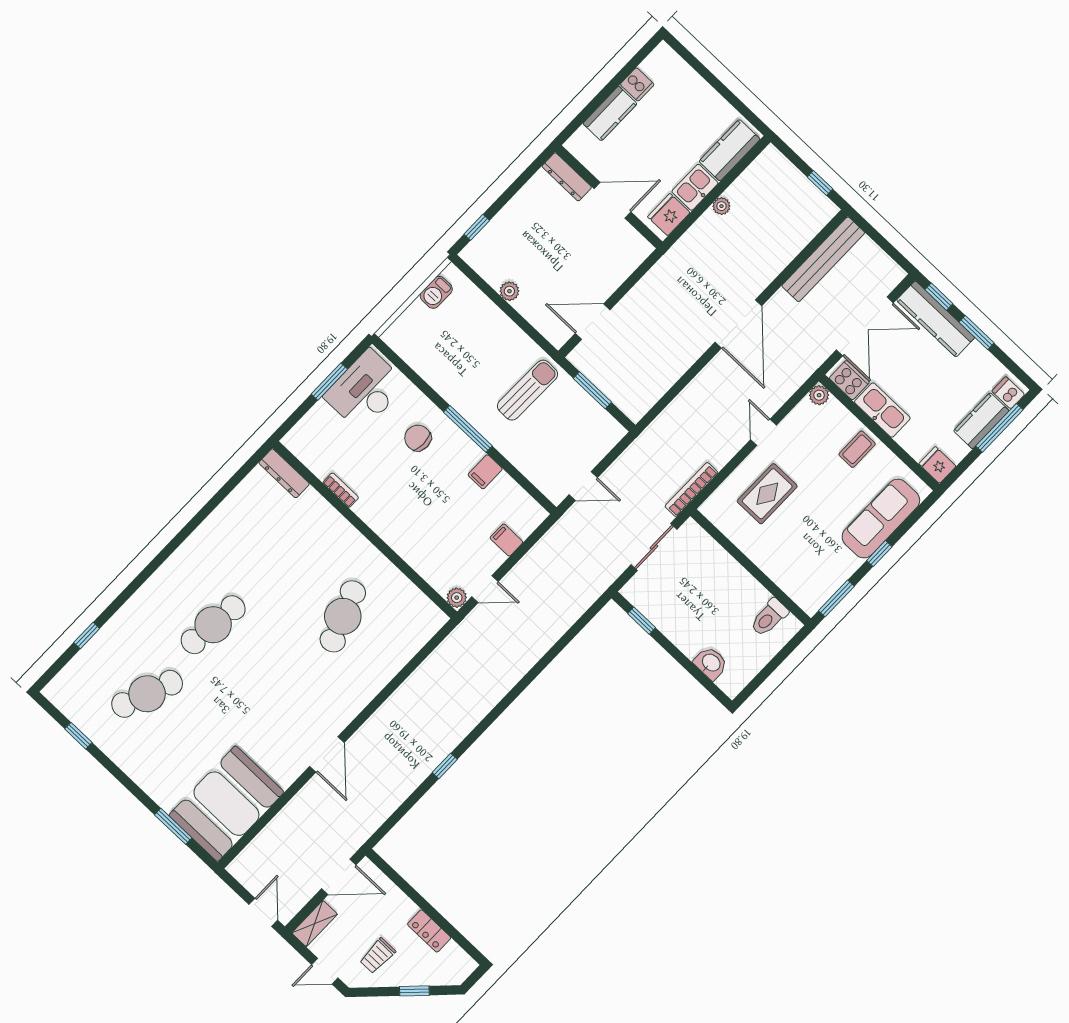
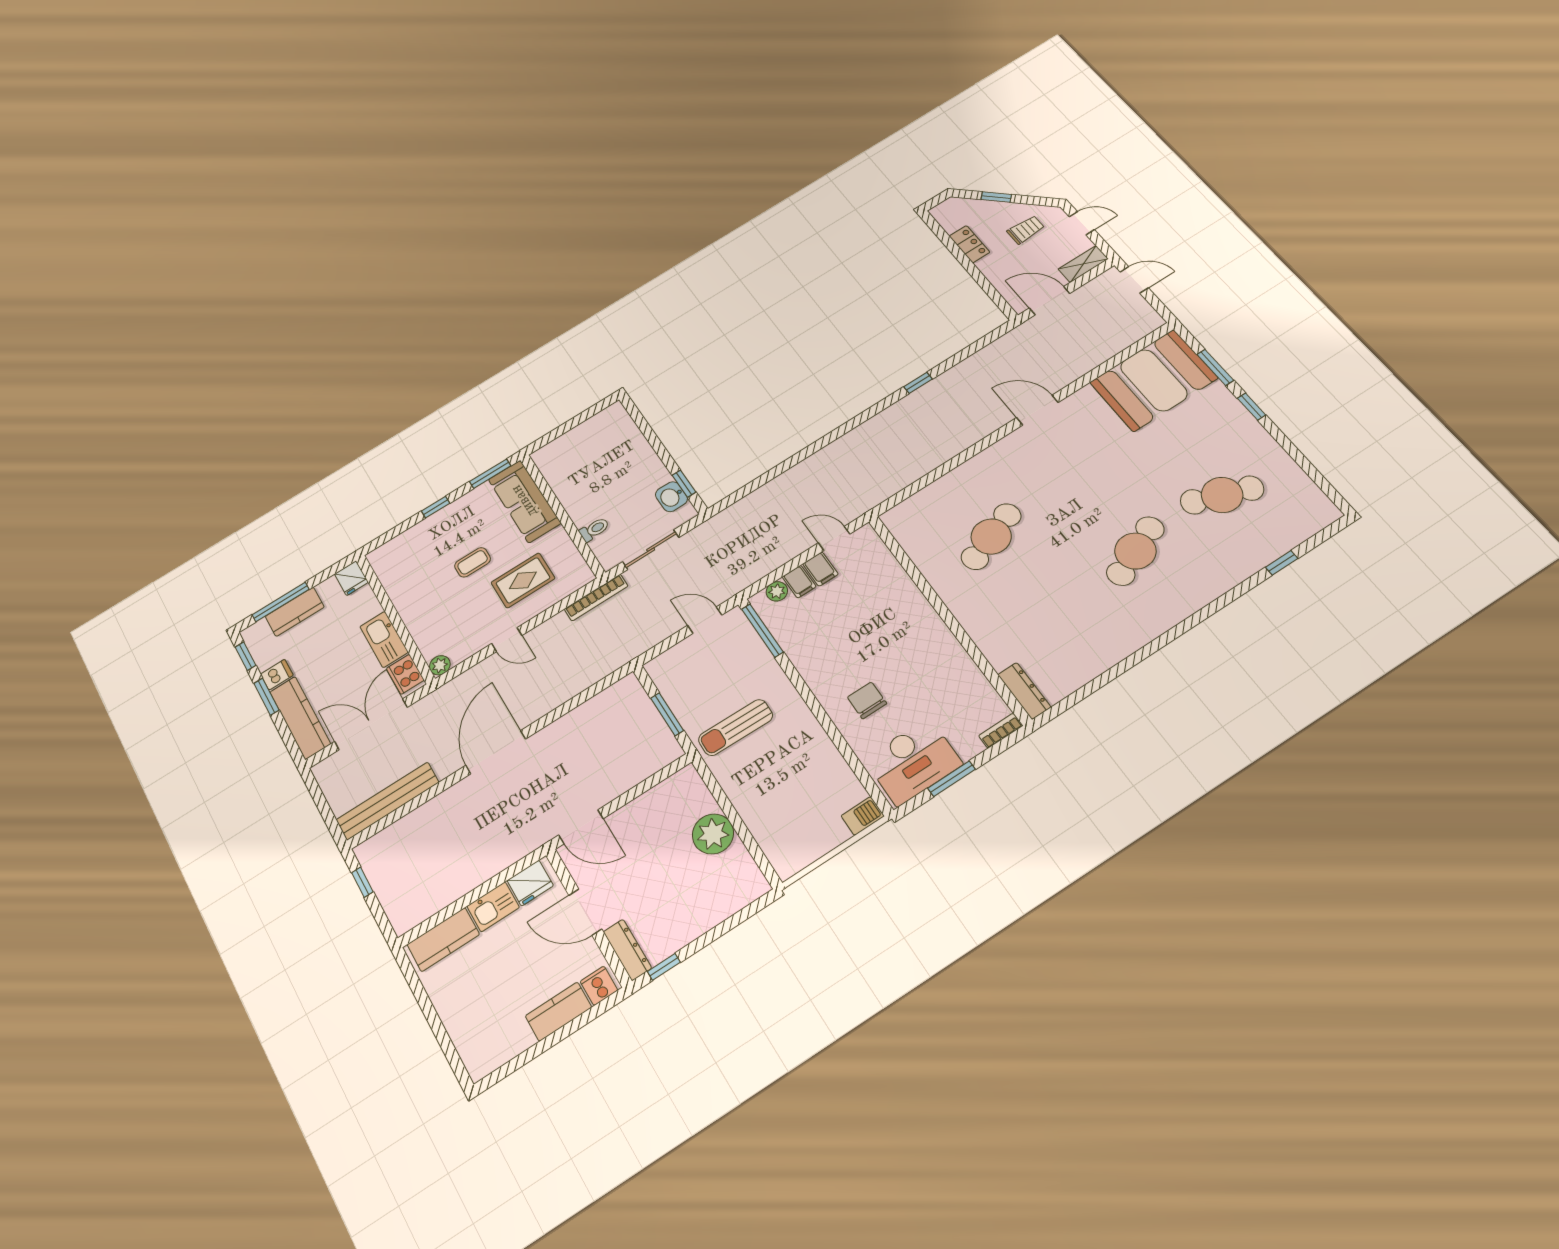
cooker: (637, 84) -> (599, 986), moved
plant: (721, 206) -> (472, 880), removed
window: (477, 227) -> (664, 967), moved
plant: (509, 291) -> (713, 834), width x1.87, depth x1.87
barbecue: (436, 292) -> (863, 816), moved
window: (939, 297) -> (245, 656), moved
door: (593, 322) -> (581, 827), moved
dishwasher: (1008, 393) -> (277, 675), moved, turned -90
window: (468, 429) -> (762, 630), moved
door: (764, 432) -> (507, 640), hinge flipped
chair: (418, 438) -> (867, 700), turned 180
coffee table: (857, 449) -> (473, 562), moved
filing cabinet: (485, 472) -> (820, 569), moved, turned 90
bookcase: (341, 490) -> (1001, 731), moved, turned 90
sofa: (881, 519) -> (524, 501), moved, turned 90
plant: (457, 598) -> (777, 591), moved
toilet: (769, 618) -> (594, 529), moved, width x0.73, depth x0.72
cafe table: (213, 625) -> (1135, 551), turned -30
washbasin: (711, 663) -> (671, 497), moved
window: (78, 736) -> (1252, 407), moved
door: (327, 754) -> (1037, 410), hinge flipped
door: (263, 912) -> (1134, 280), swing flipped

